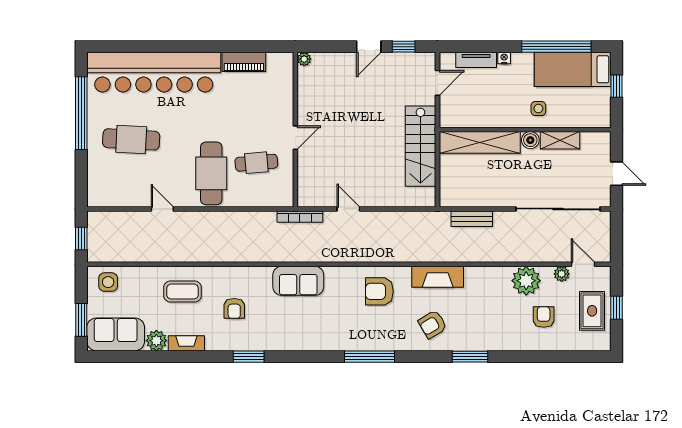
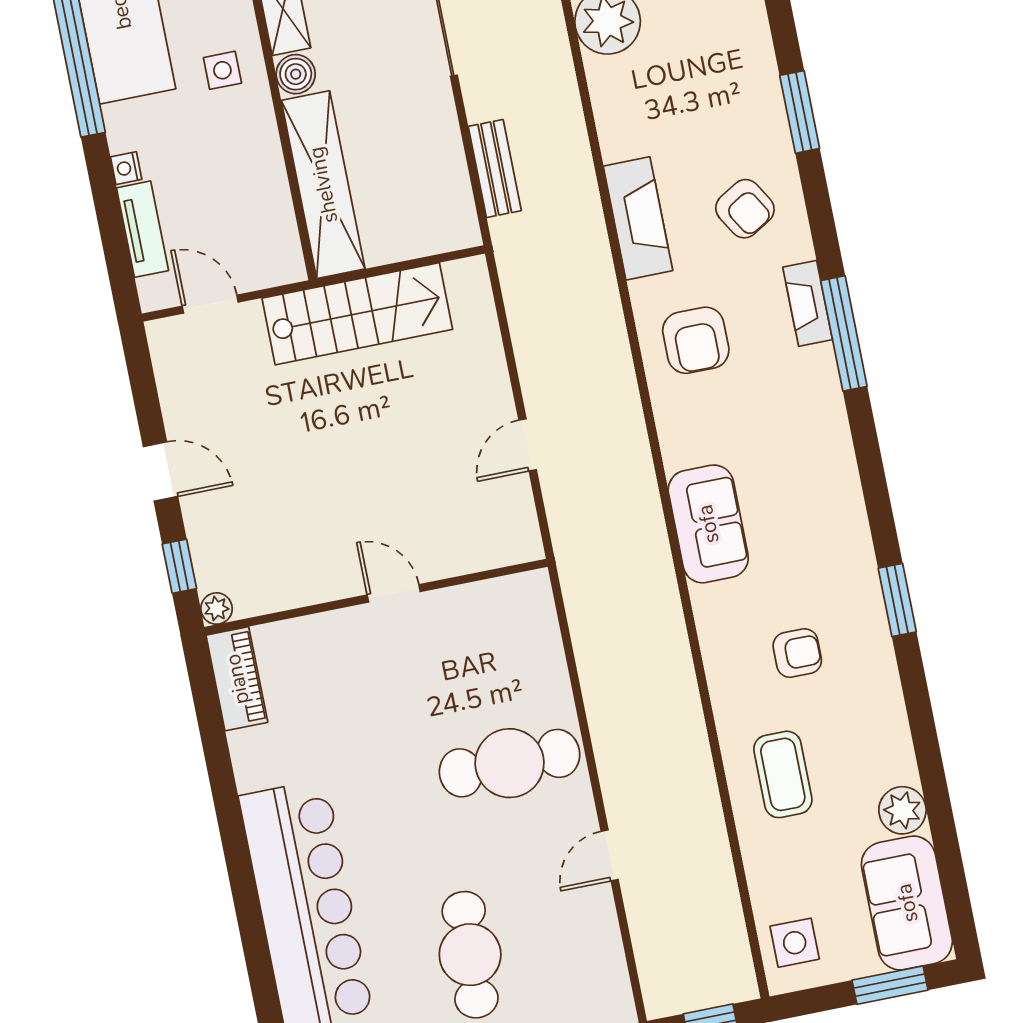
window: (404, 47) -> (179, 566), moved
piano: (244, 62) -> (237, 679), moved
cafe table: (256, 163) -> (466, 668), removed
bookcase: (300, 217) -> (566, 549), removed
fireplace: (186, 343) -> (808, 303), moved

